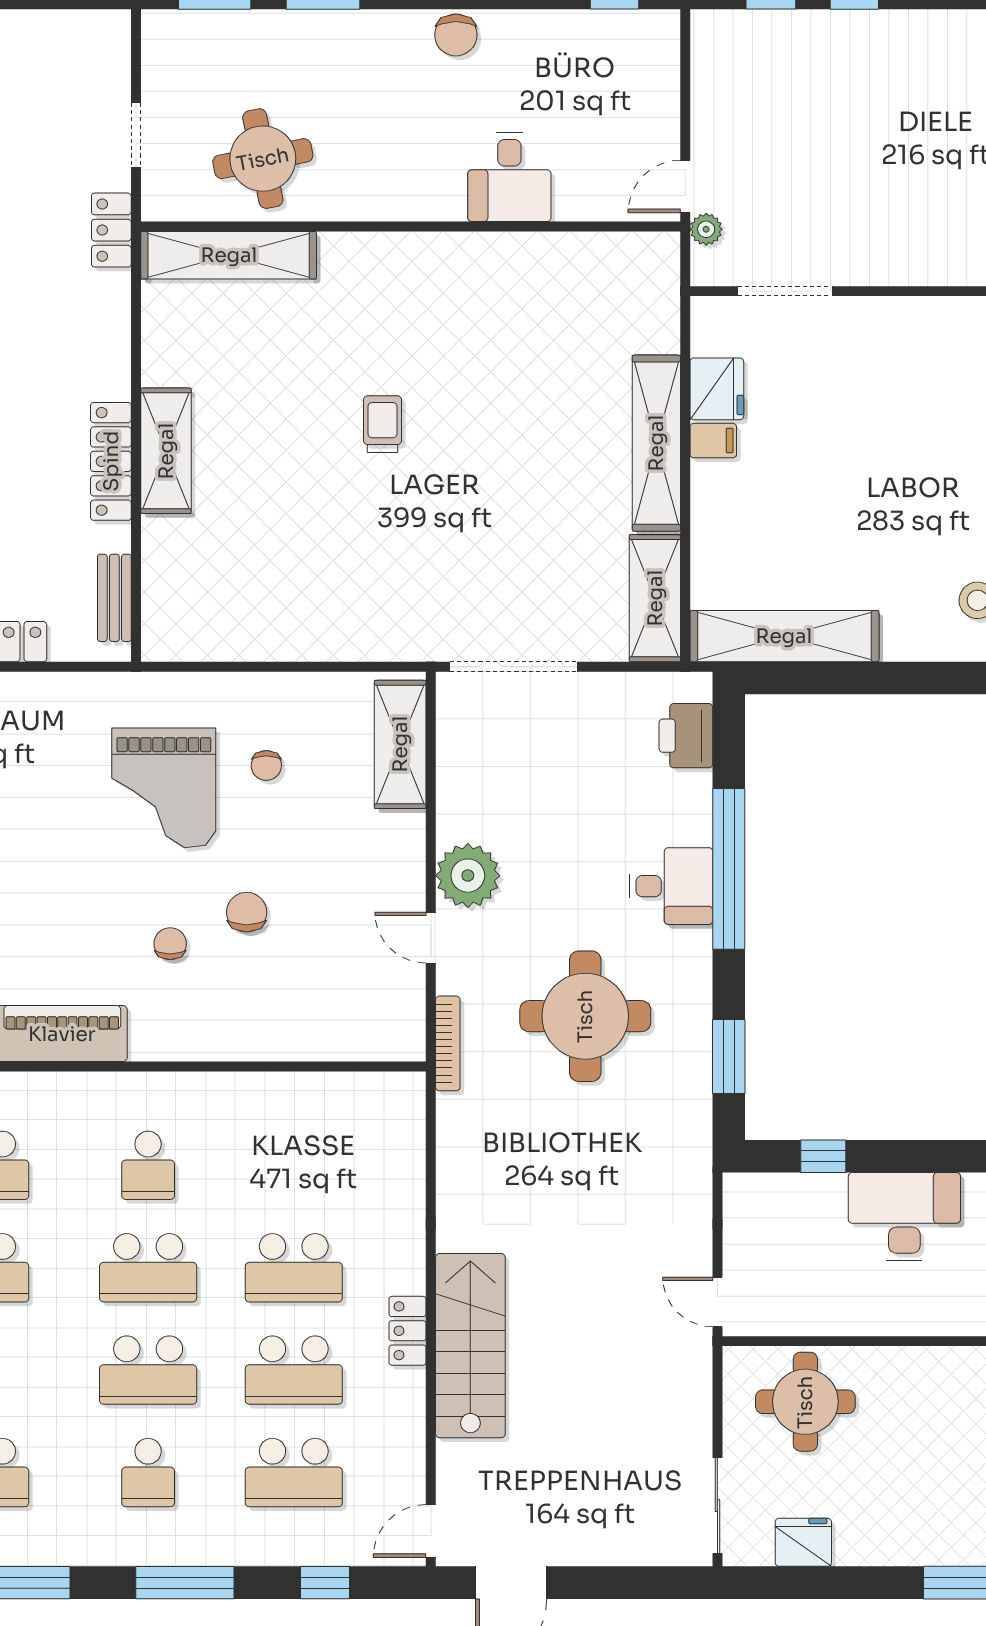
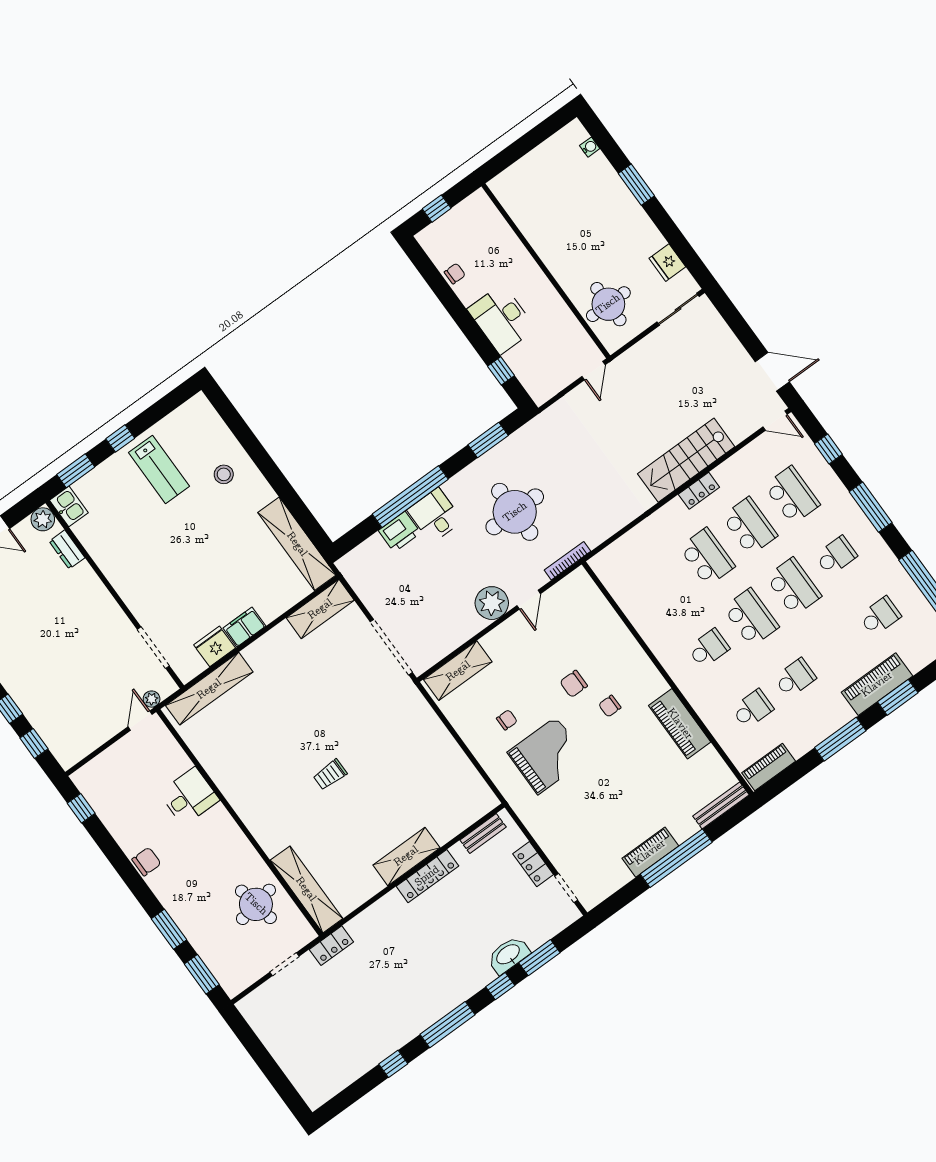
door: (685, 187) -> (140, 721), swing flipped
filing cabinet: (713, 441) -> (244, 627), width x2.00
shelving: (656, 443) -> (209, 689), moved
printer: (686, 736) -> (400, 532), moved

